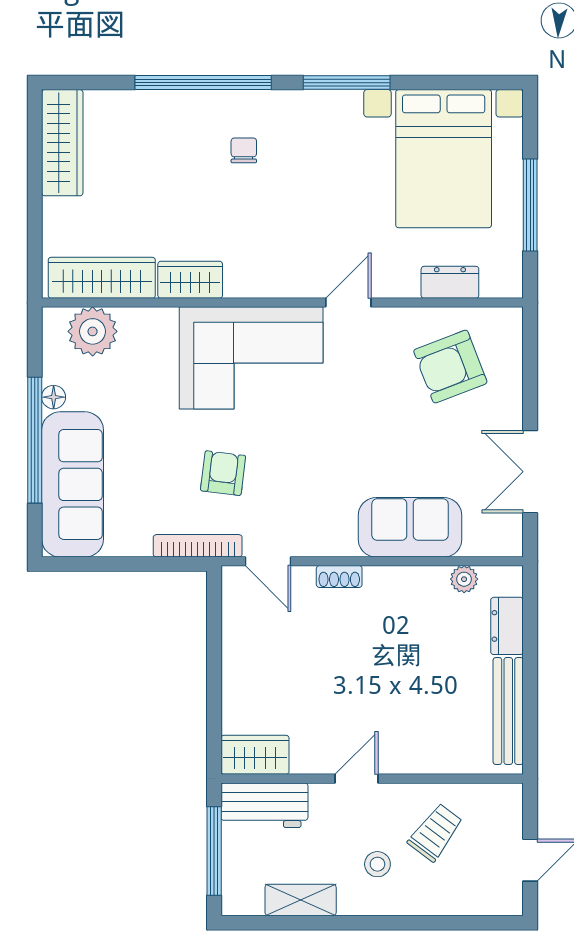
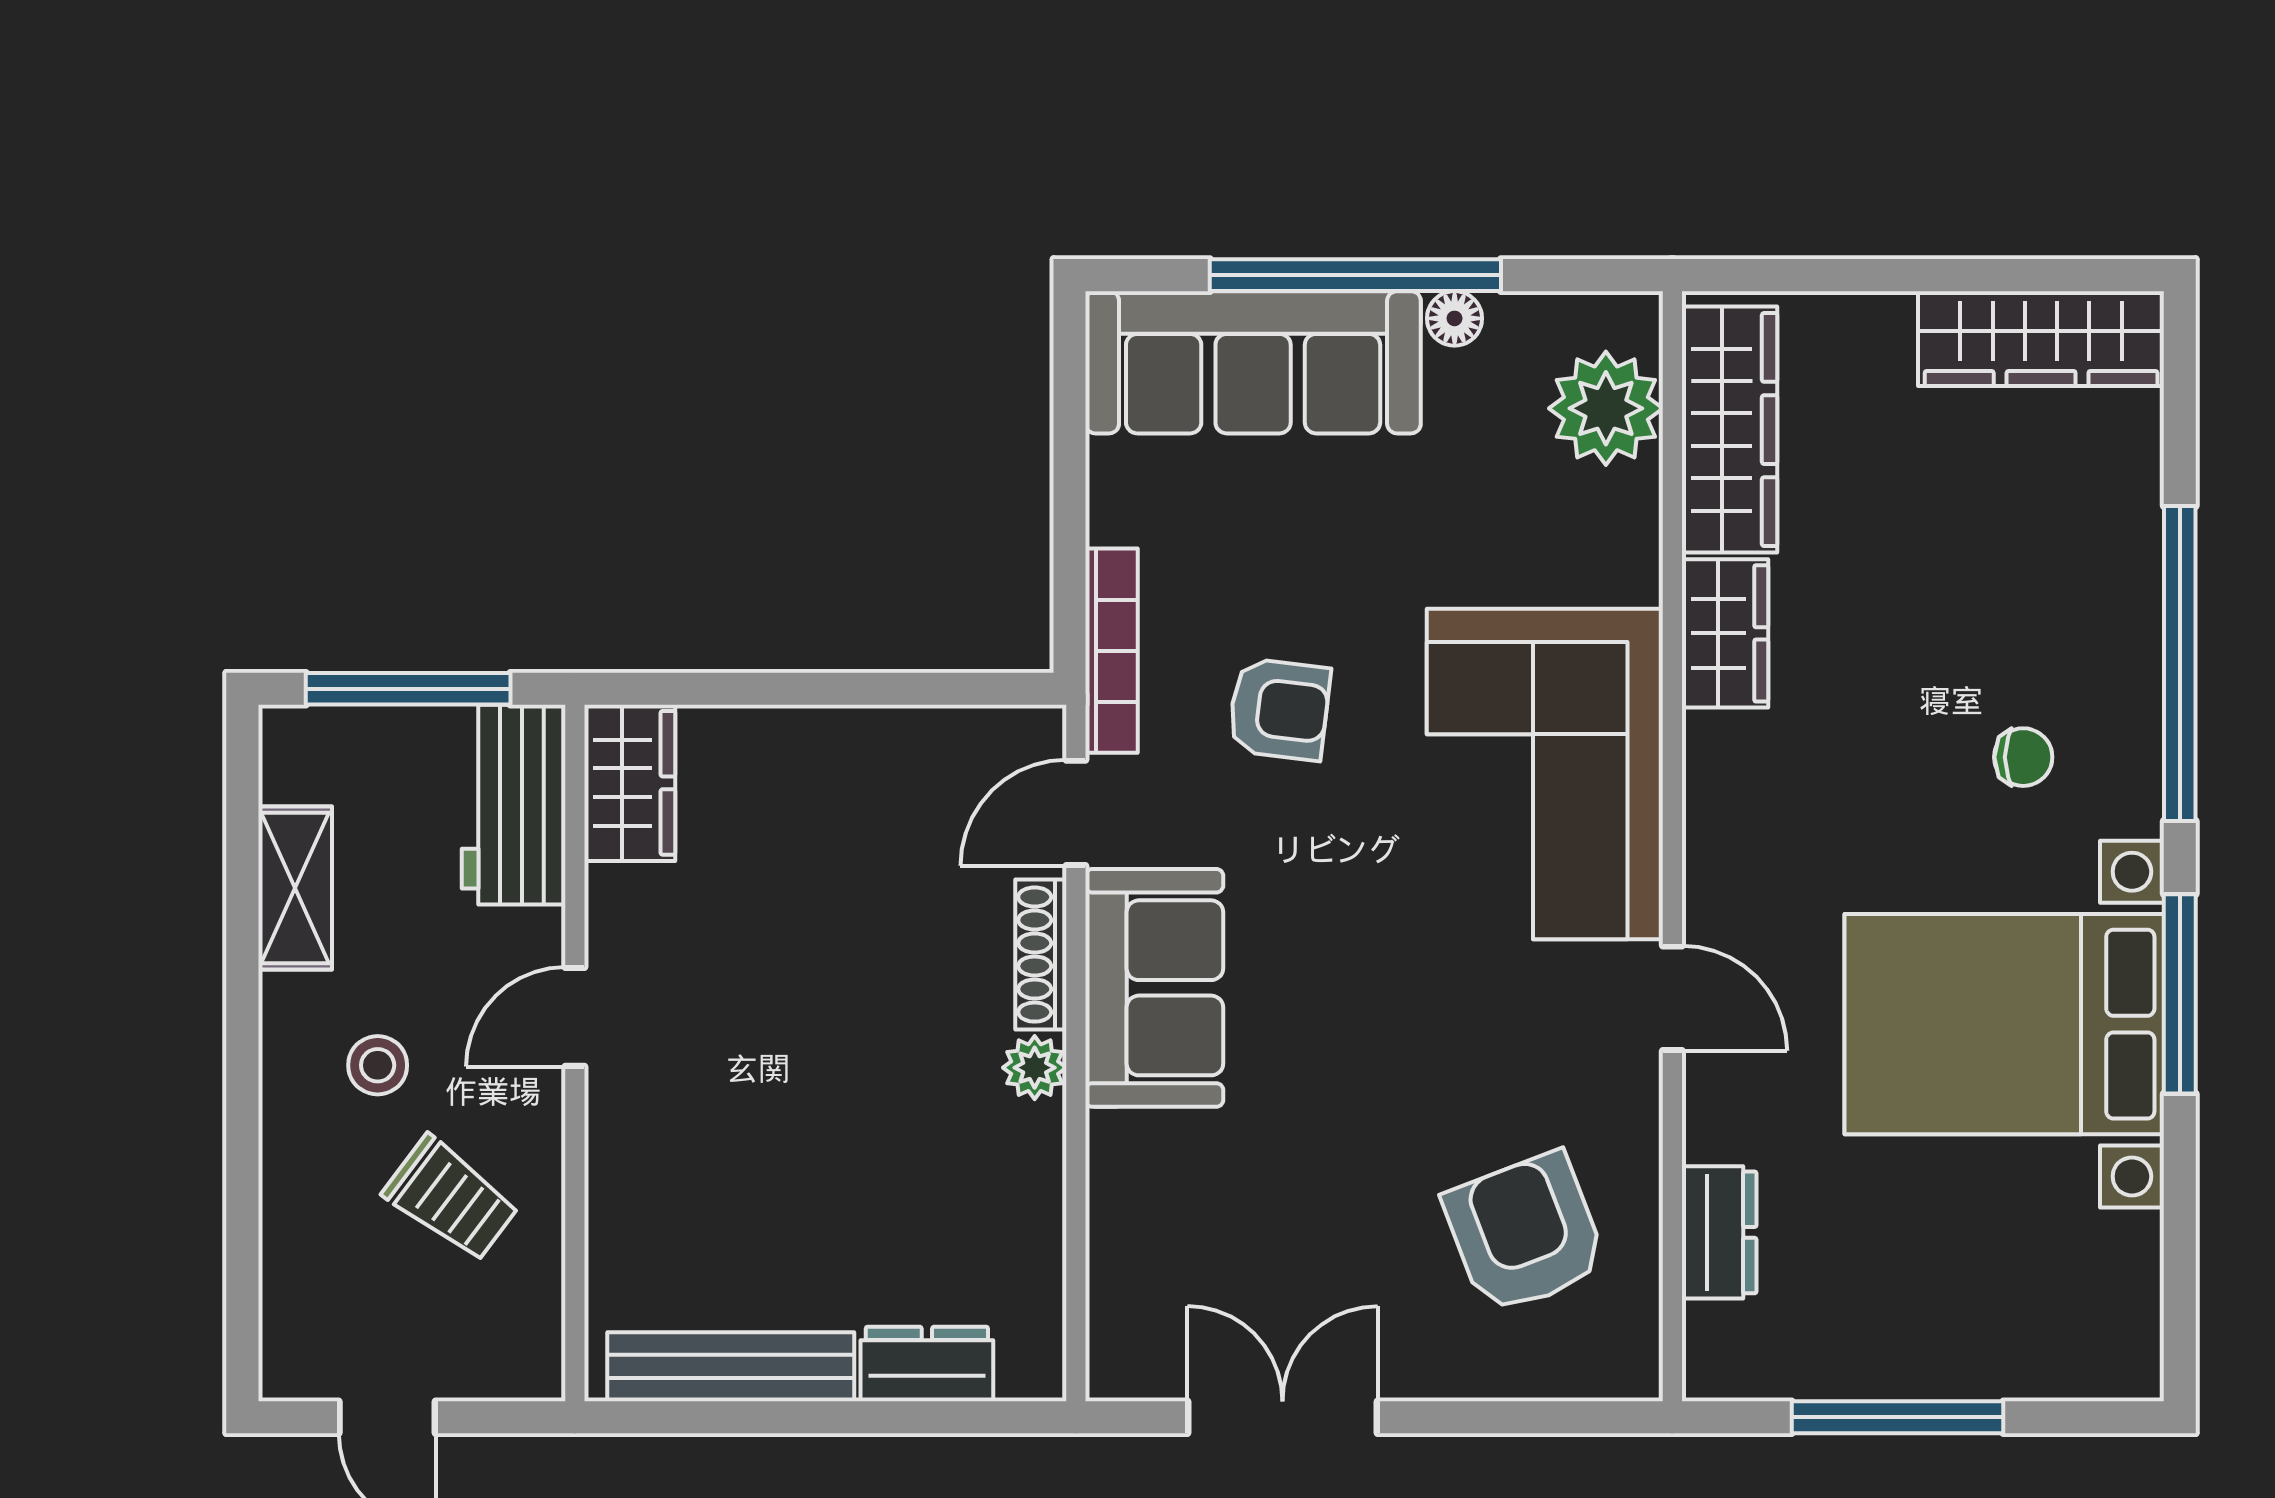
bed with nightstands: (444, 159) -> (2004, 1024), moved
sofa: (410, 527) -> (1154, 988), moved
shoe rack: (339, 577) -> (1041, 955), width x1.43
plant: (464, 579) -> (1035, 1068), moved
door: (356, 779) -> (575, 1017), swing flipped

